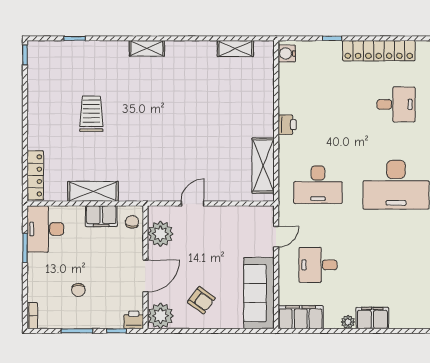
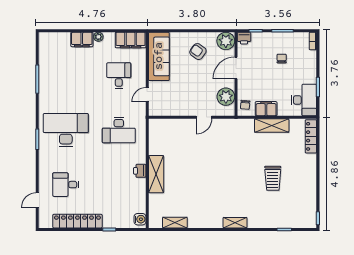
shelving: (263, 166) -> (156, 174), moved
desk: (318, 185) -> (119, 130), turned 180
desk: (318, 265) -> (119, 76), turned -90

